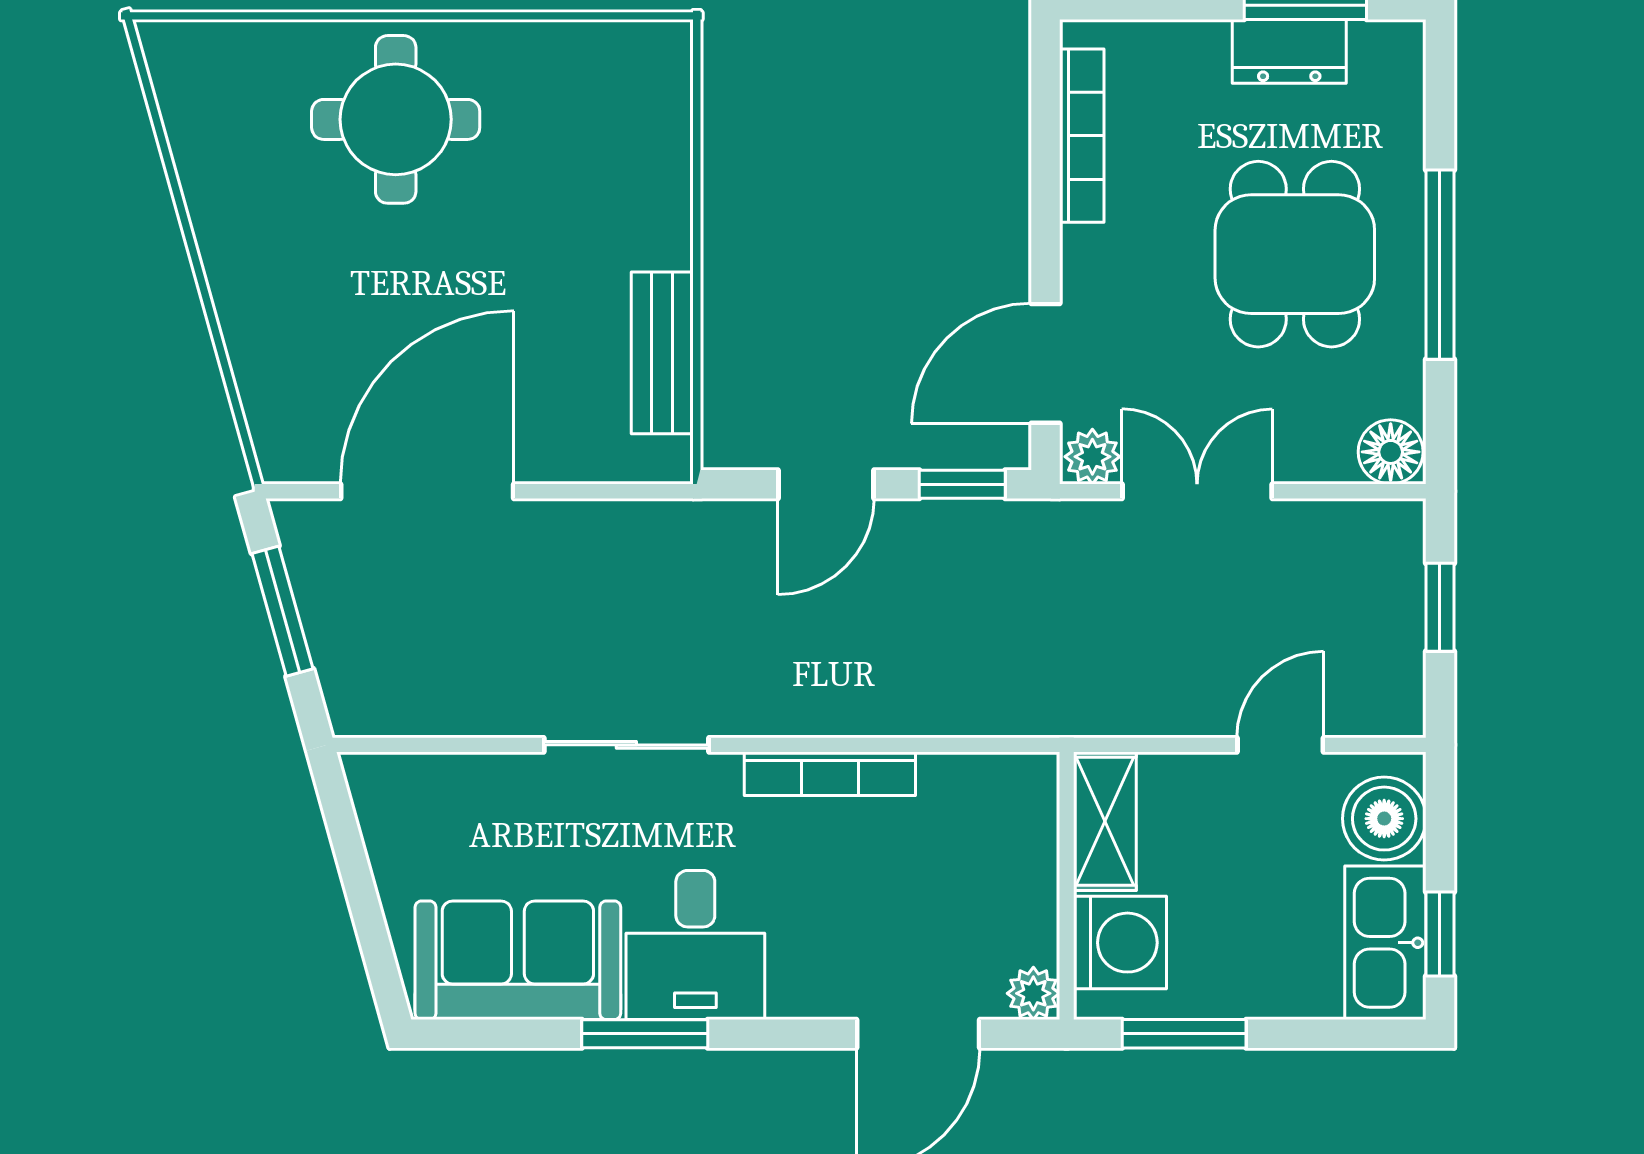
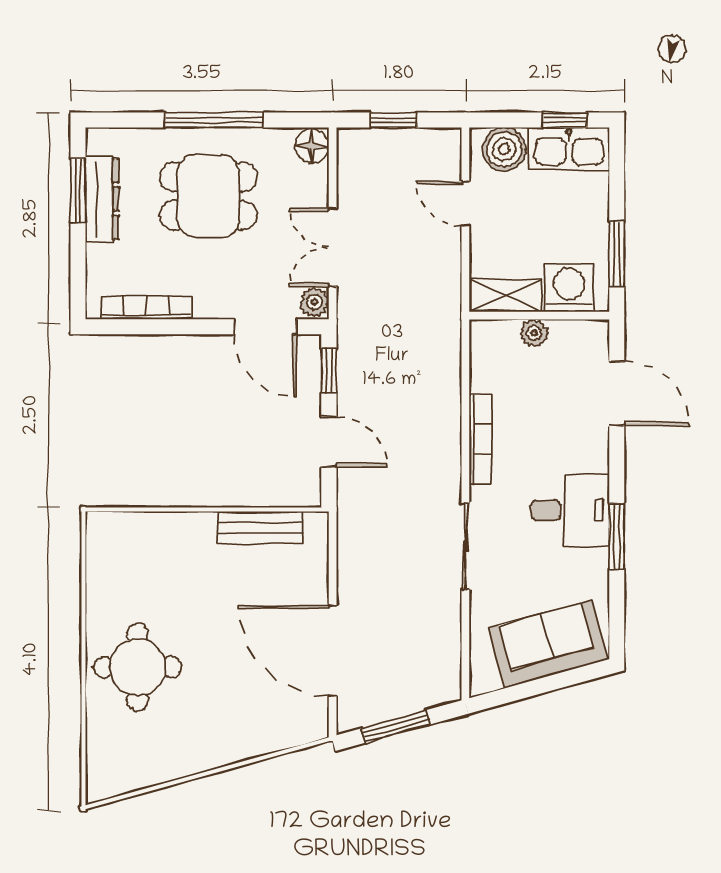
dresser: (1289, 51) -> (102, 199), width x1.44
sofa: (518, 960) -> (548, 644), moved, turned 74
plant: (1033, 993) -> (534, 333), moved

